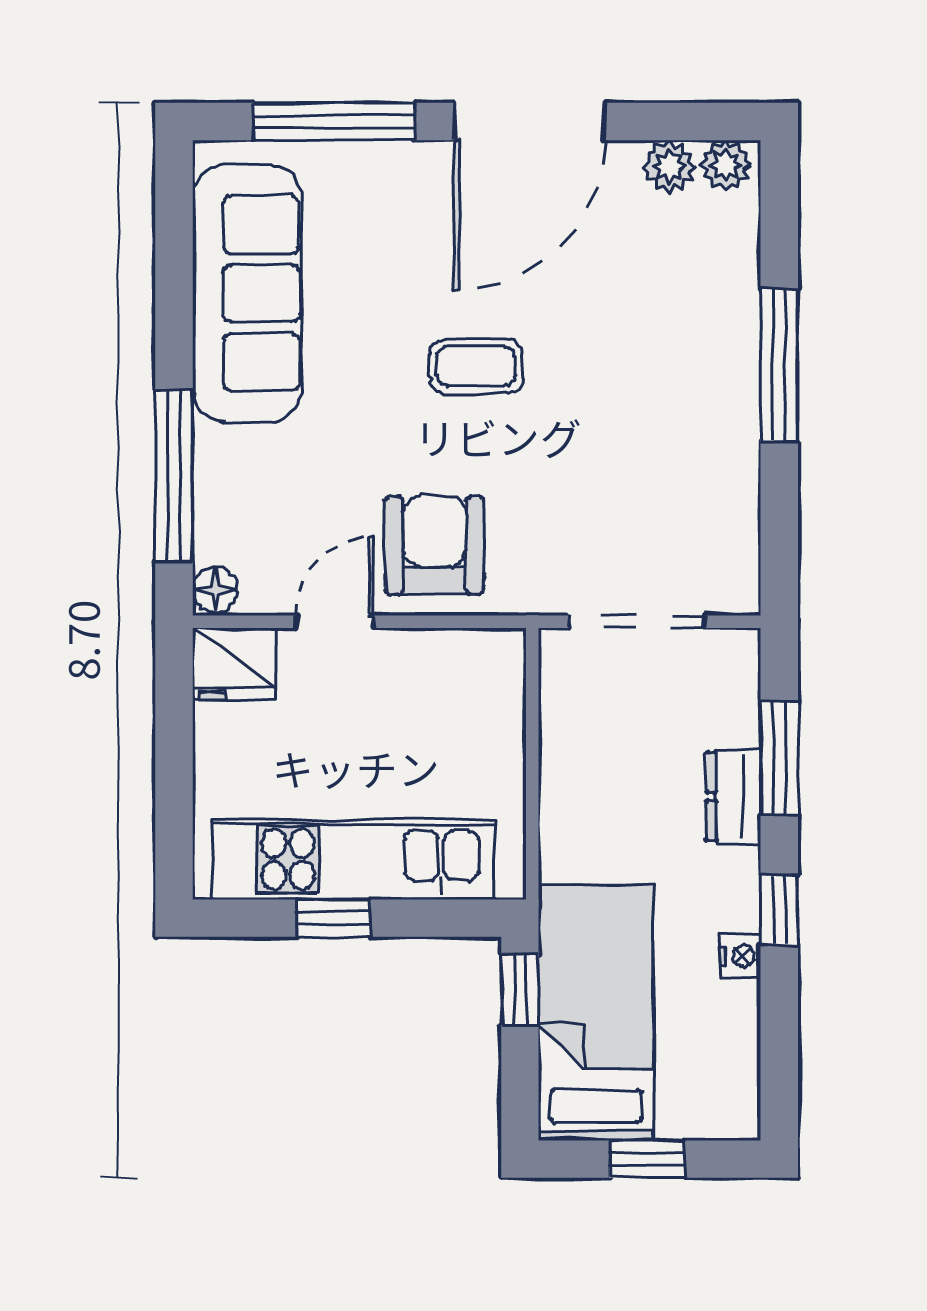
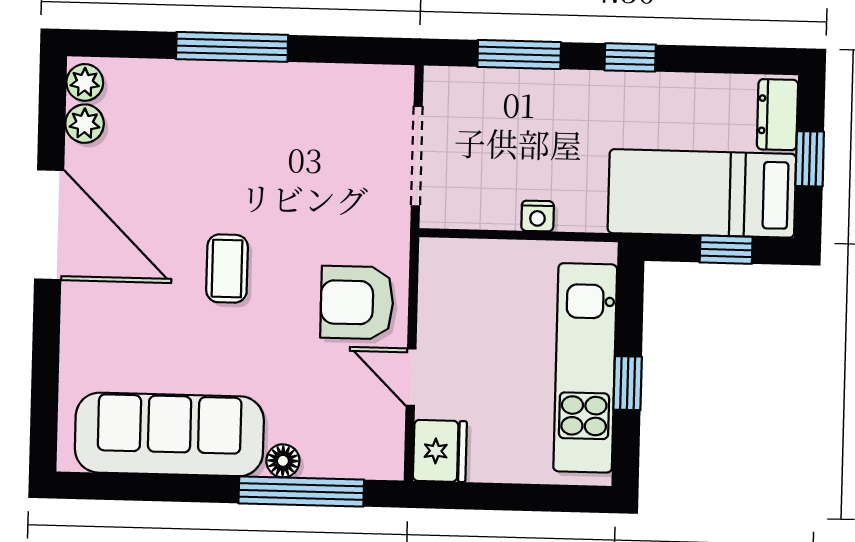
window: (334, 122) -> (45, 368), removed
floor lamp: (215, 590) -> (283, 461), moved
dresser: (734, 796) -> (777, 115), moved, turned 90
nightstand: (740, 956) -> (538, 216), moved, turned 180
window: (520, 990) -> (726, 250), moved

